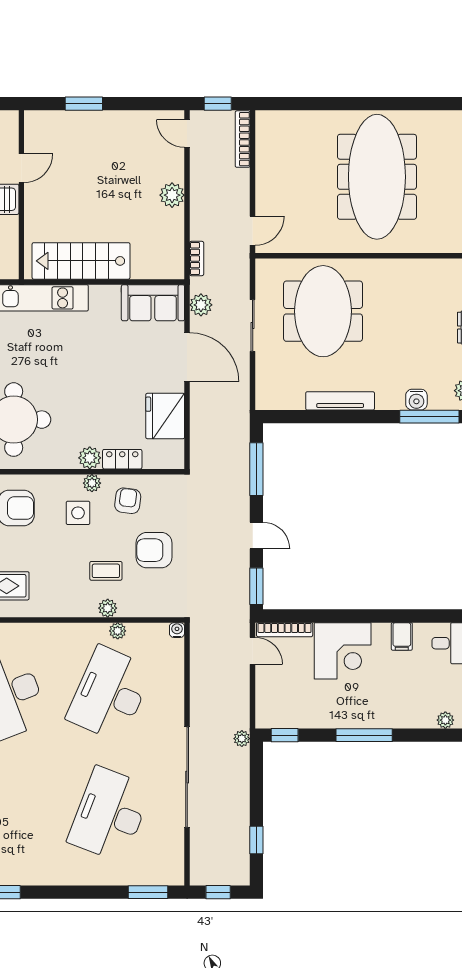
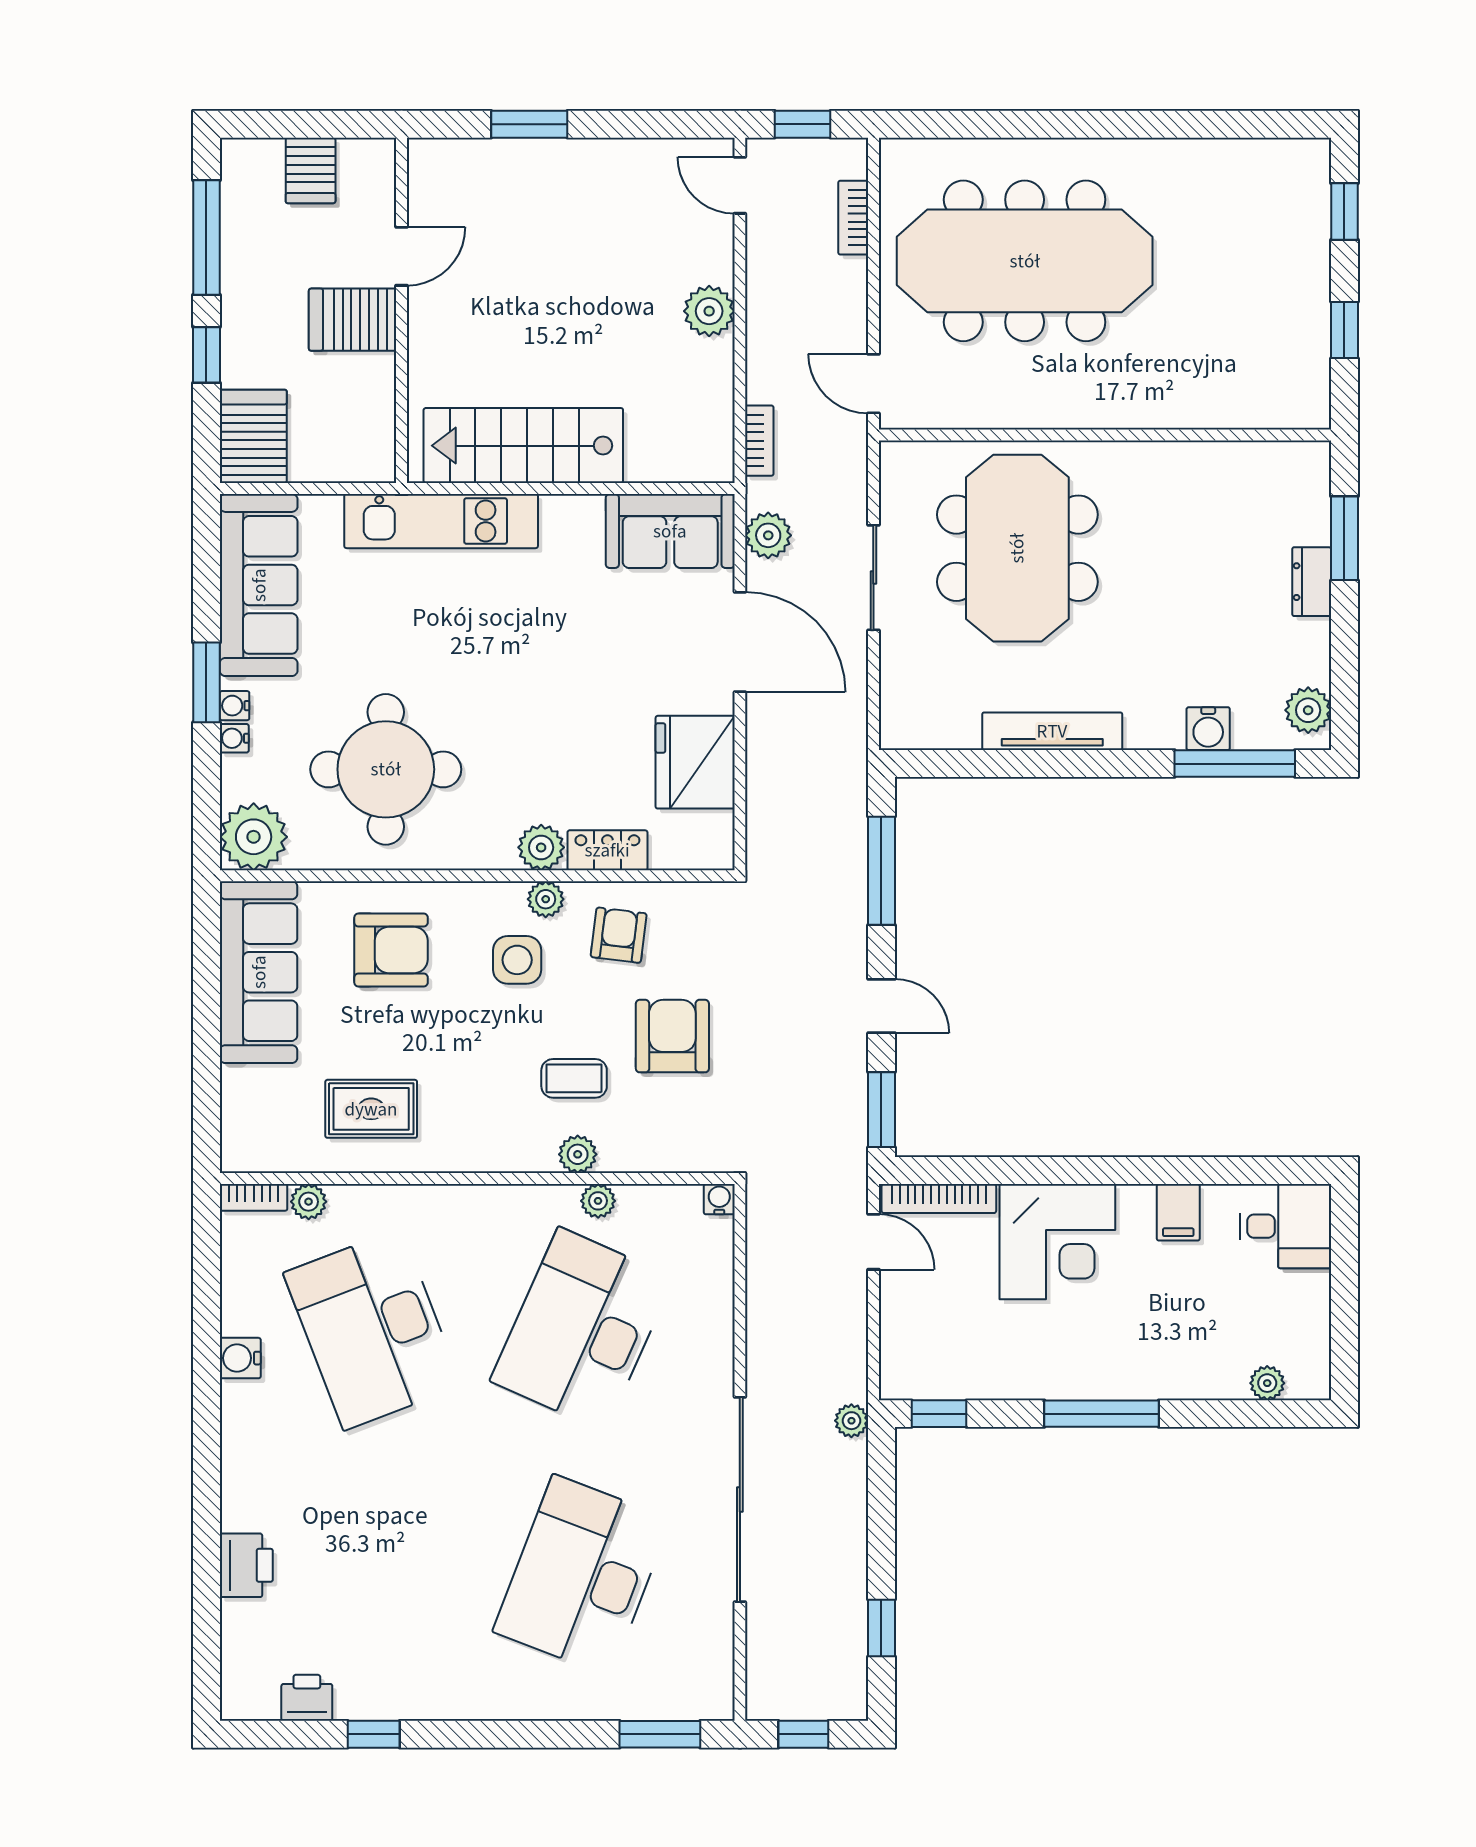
bookcase: (243, 139) -> (853, 218), width x0.64
meeting table: (377, 177) -> (1025, 261), moved, turned 90
door: (253, 231) -> (873, 384), swing flipped
armchair: (154, 550) -> (672, 1036), turned 90

